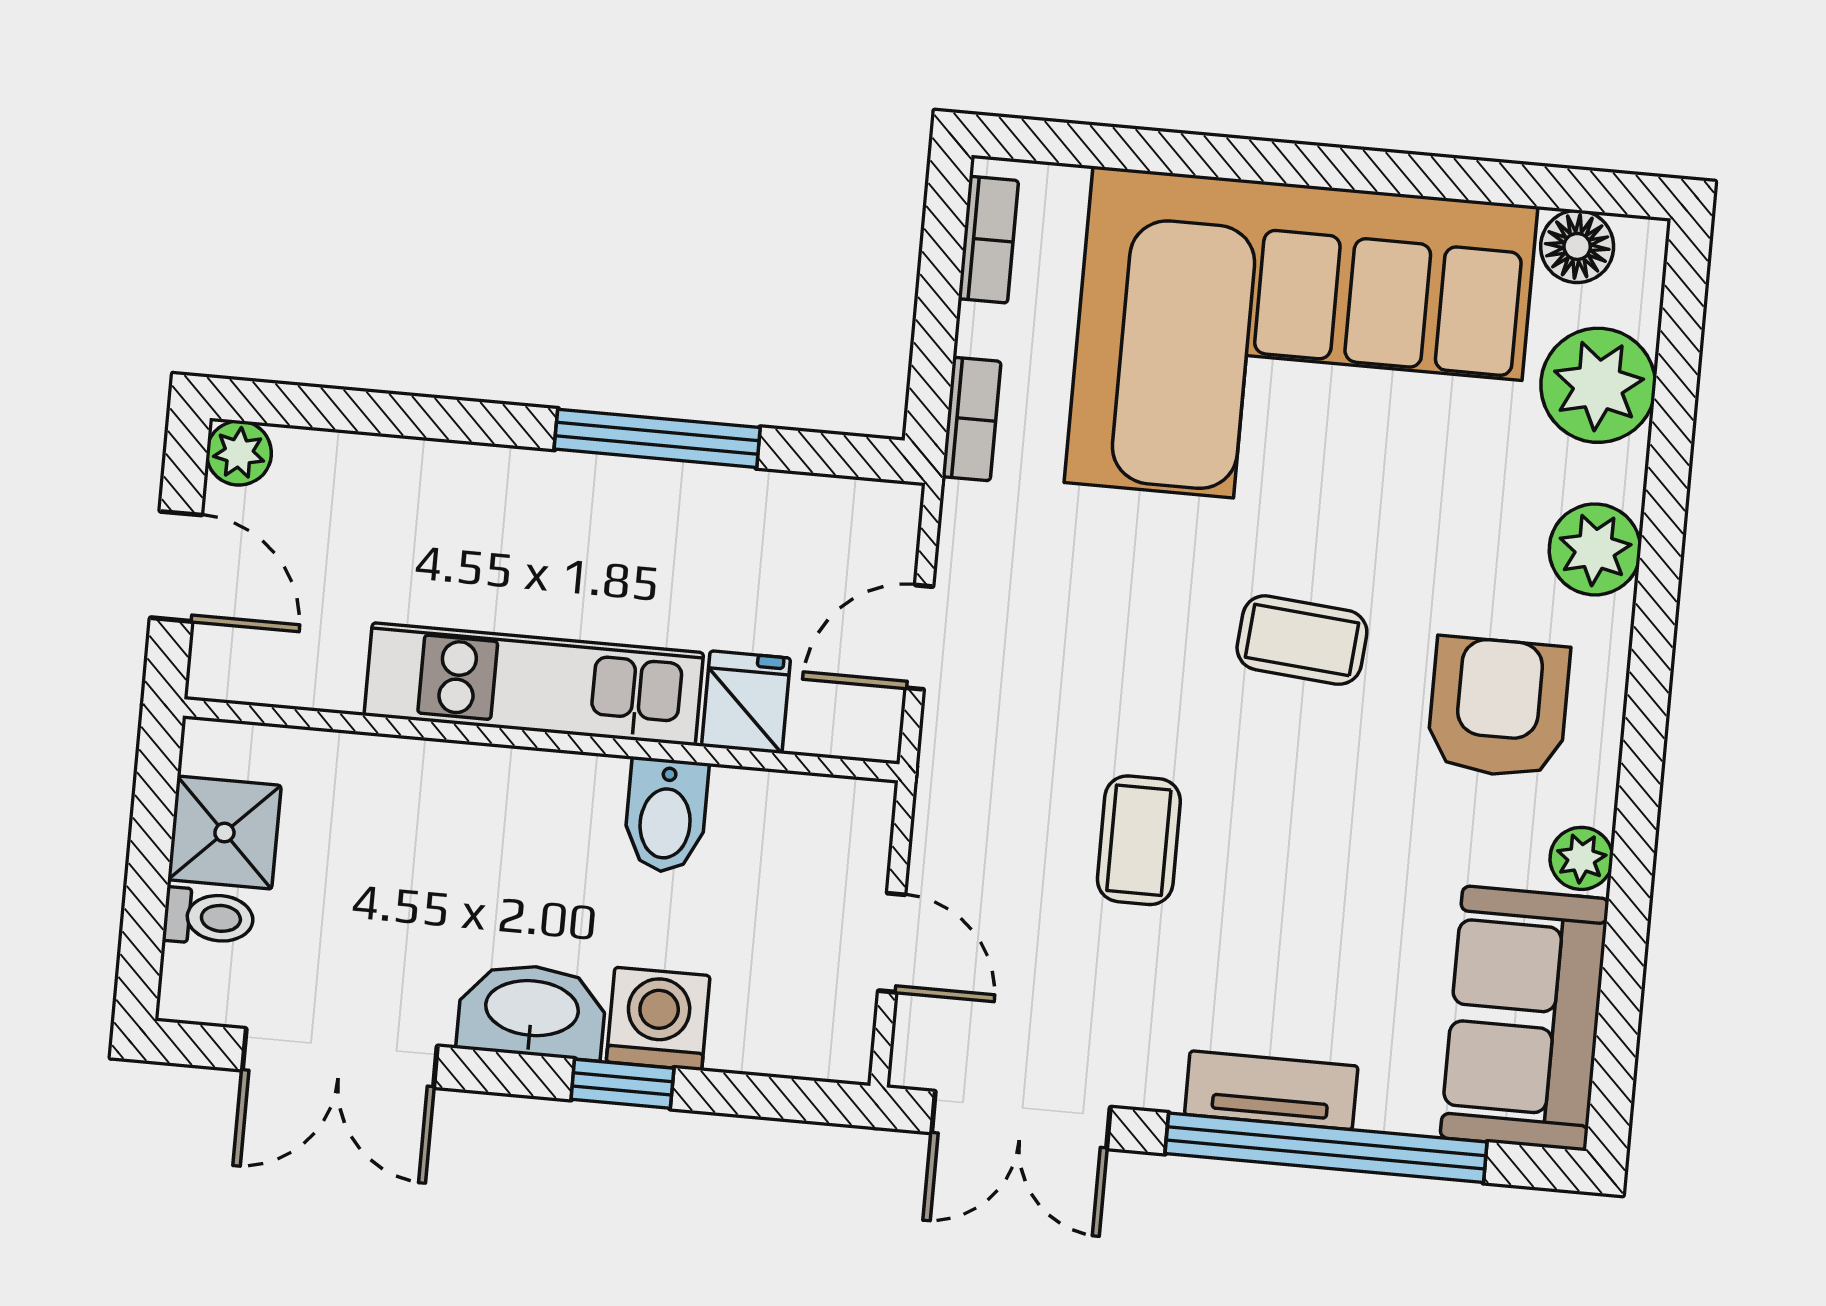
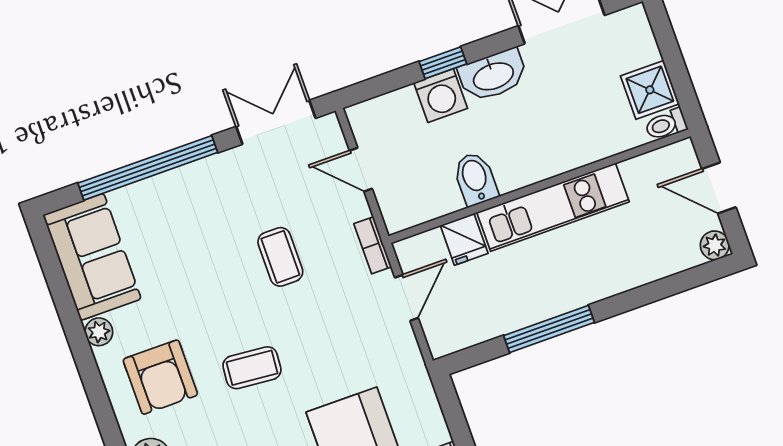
bookcase: (971, 419) -> (373, 245), moved
toilet: (209, 917) -> (666, 124), moved
tv unit: (1271, 1090) -> (181, 181), removed

